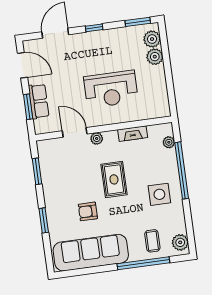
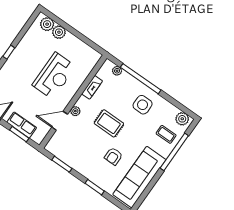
window: (138, 22) -> (29, 23), removed

